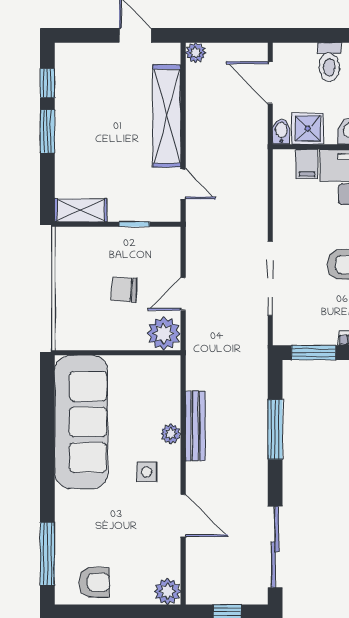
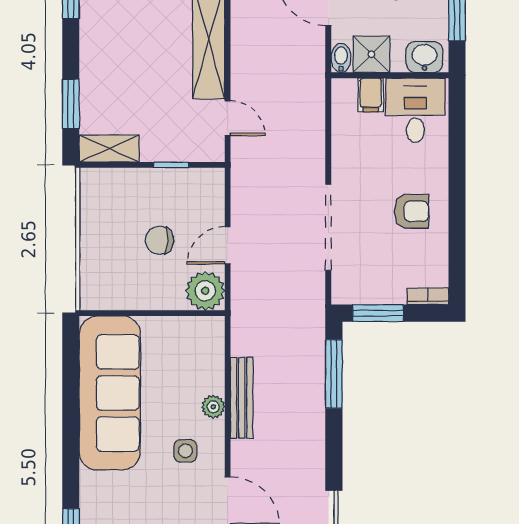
window: (47, 131) -> (71, 104), moved
window: (275, 429) -> (334, 374), moved

